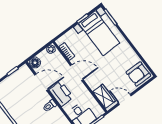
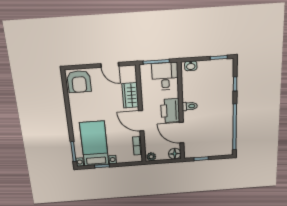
armchair: (138, 74) -> (79, 82), turned 90
wardrobe: (104, 96) -> (130, 95), moved

